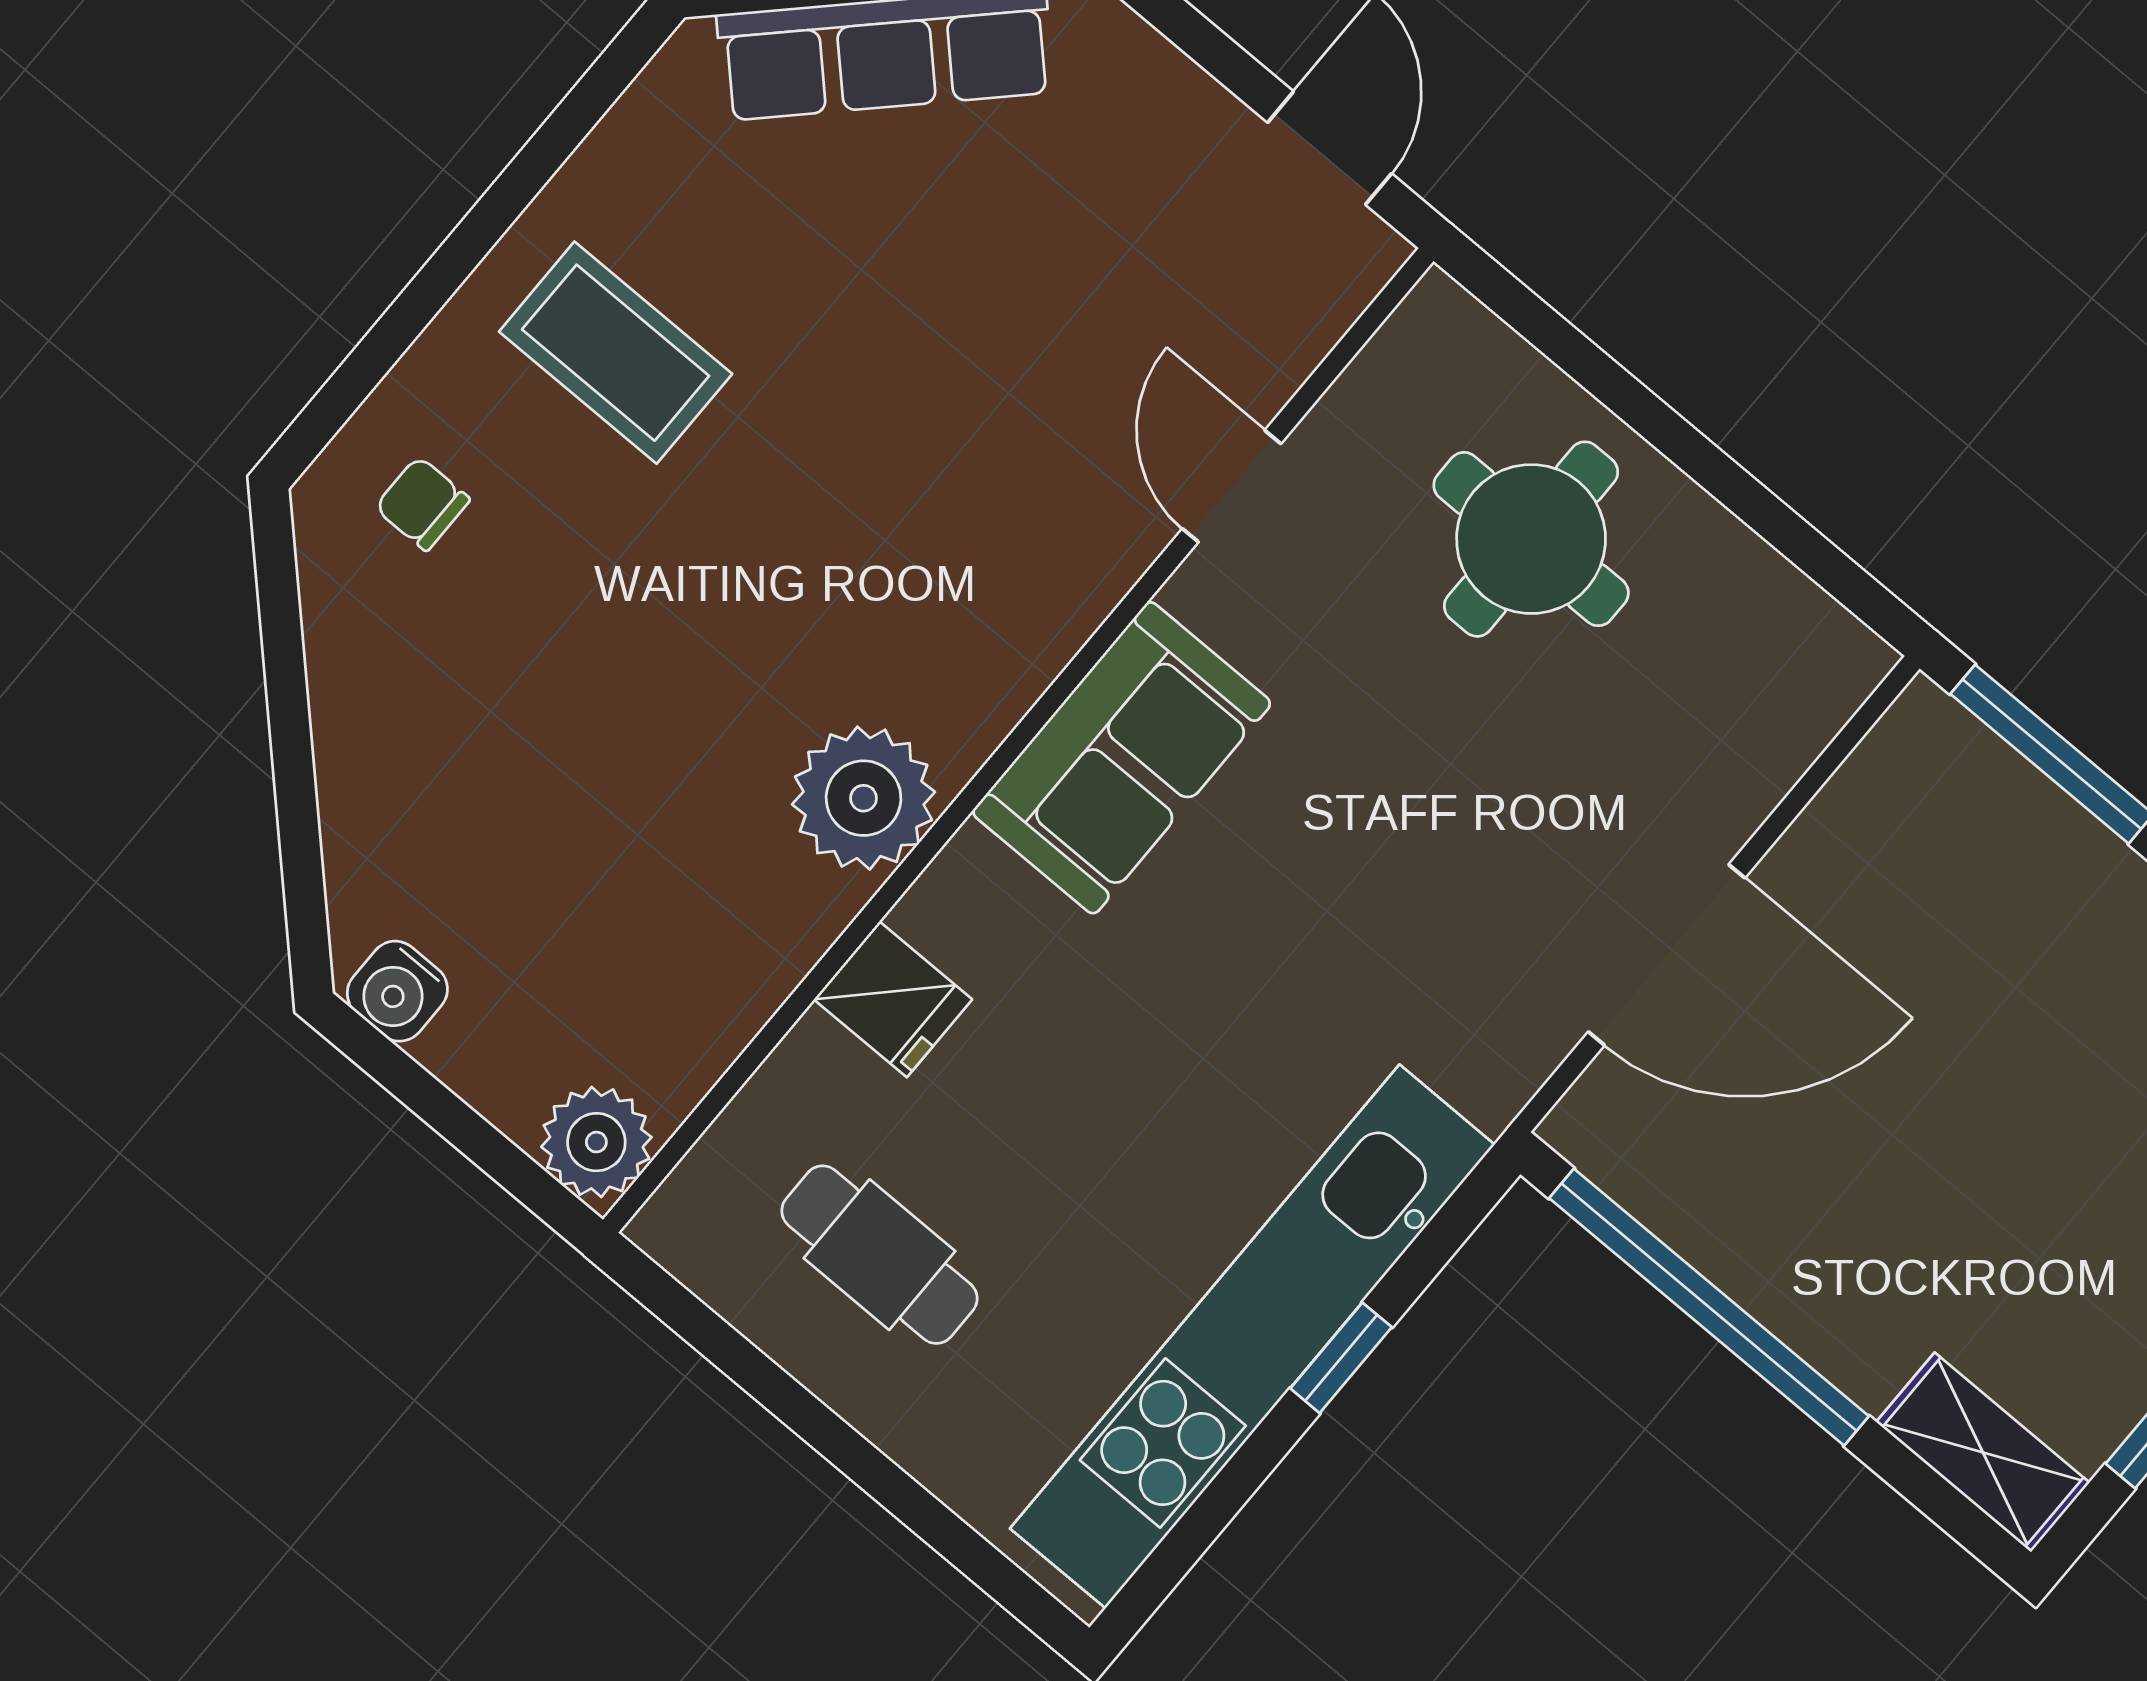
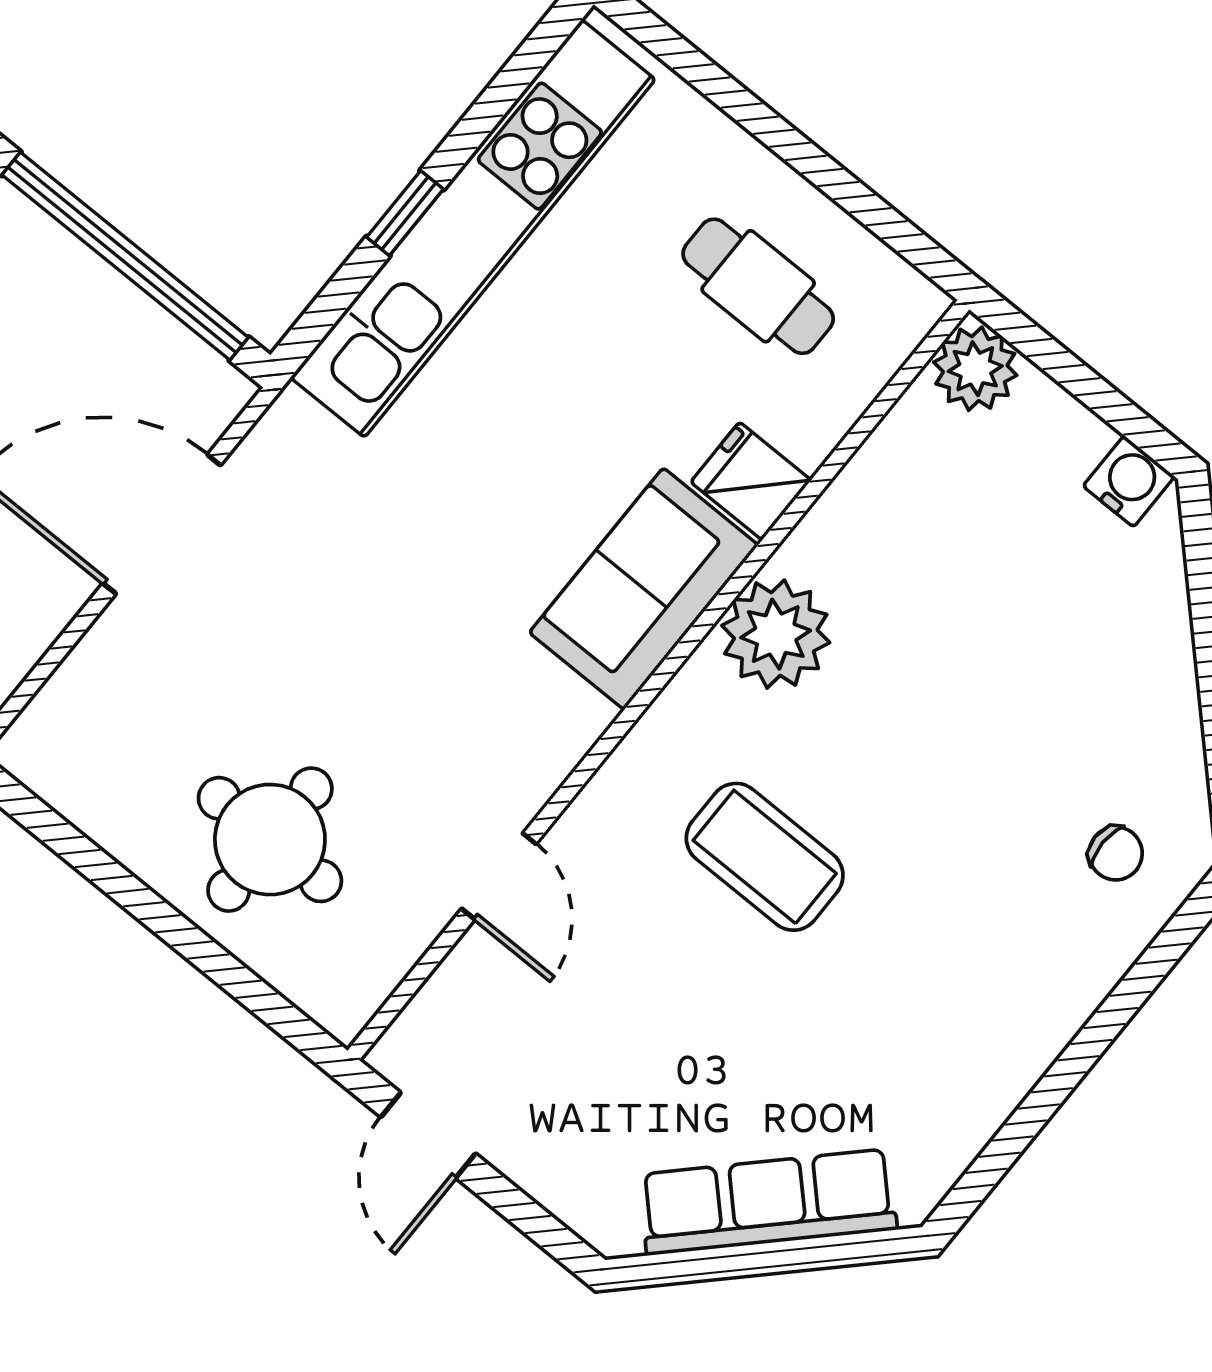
coffee table: (616, 353) -> (765, 857), moved
sofa: (1122, 758) -> (644, 589), moved

